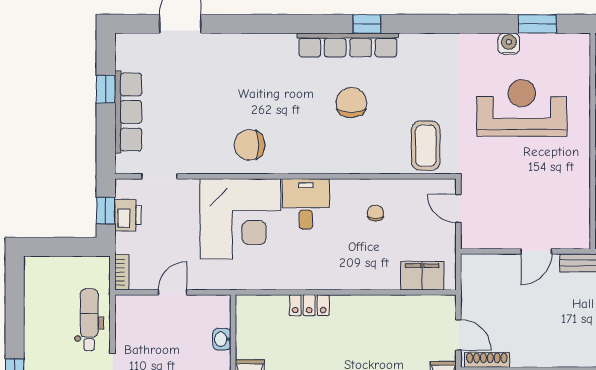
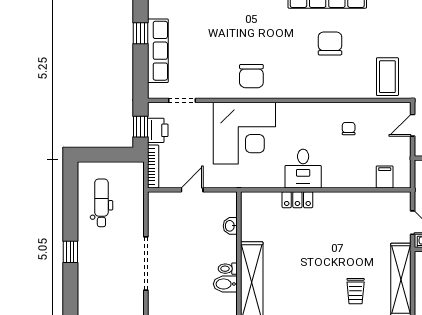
chair: (249, 145) -> (251, 76), turned -90
desk: (306, 204) -> (303, 169), moved, turned 180
door: (458, 209) -> (413, 125), hinge flipped
bookcase: (122, 272) -> (153, 166), width x1.56
filing cabinet: (422, 276) -> (385, 177), width x0.50
dental chair: (89, 320) -> (101, 203), moved

